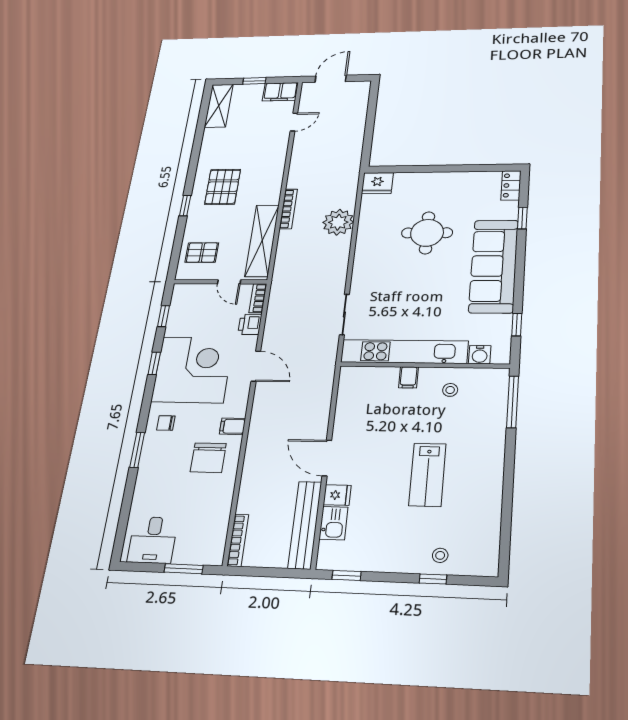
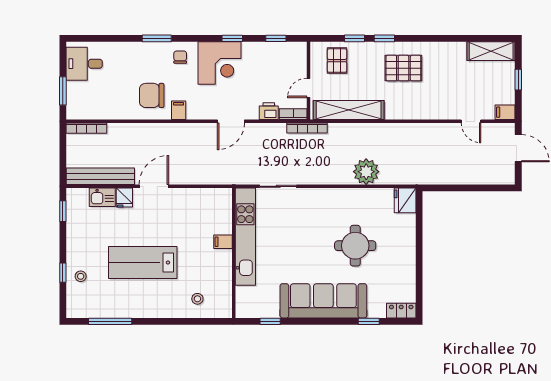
filing cabinet: (280, 92) -> (505, 112), width x0.50
bookcase: (288, 209) -> (307, 128), moved
window: (179, 235) -> (355, 38), added
water cooler: (480, 355) -> (243, 295), removed
corner desk: (193, 370) -> (219, 63), width x0.74, depth x0.74
stool: (450, 390) -> (197, 299), moved
window: (513, 402) -> (110, 321), moved
lab bench: (427, 475) -> (143, 263), width x1.36, depth x1.39

